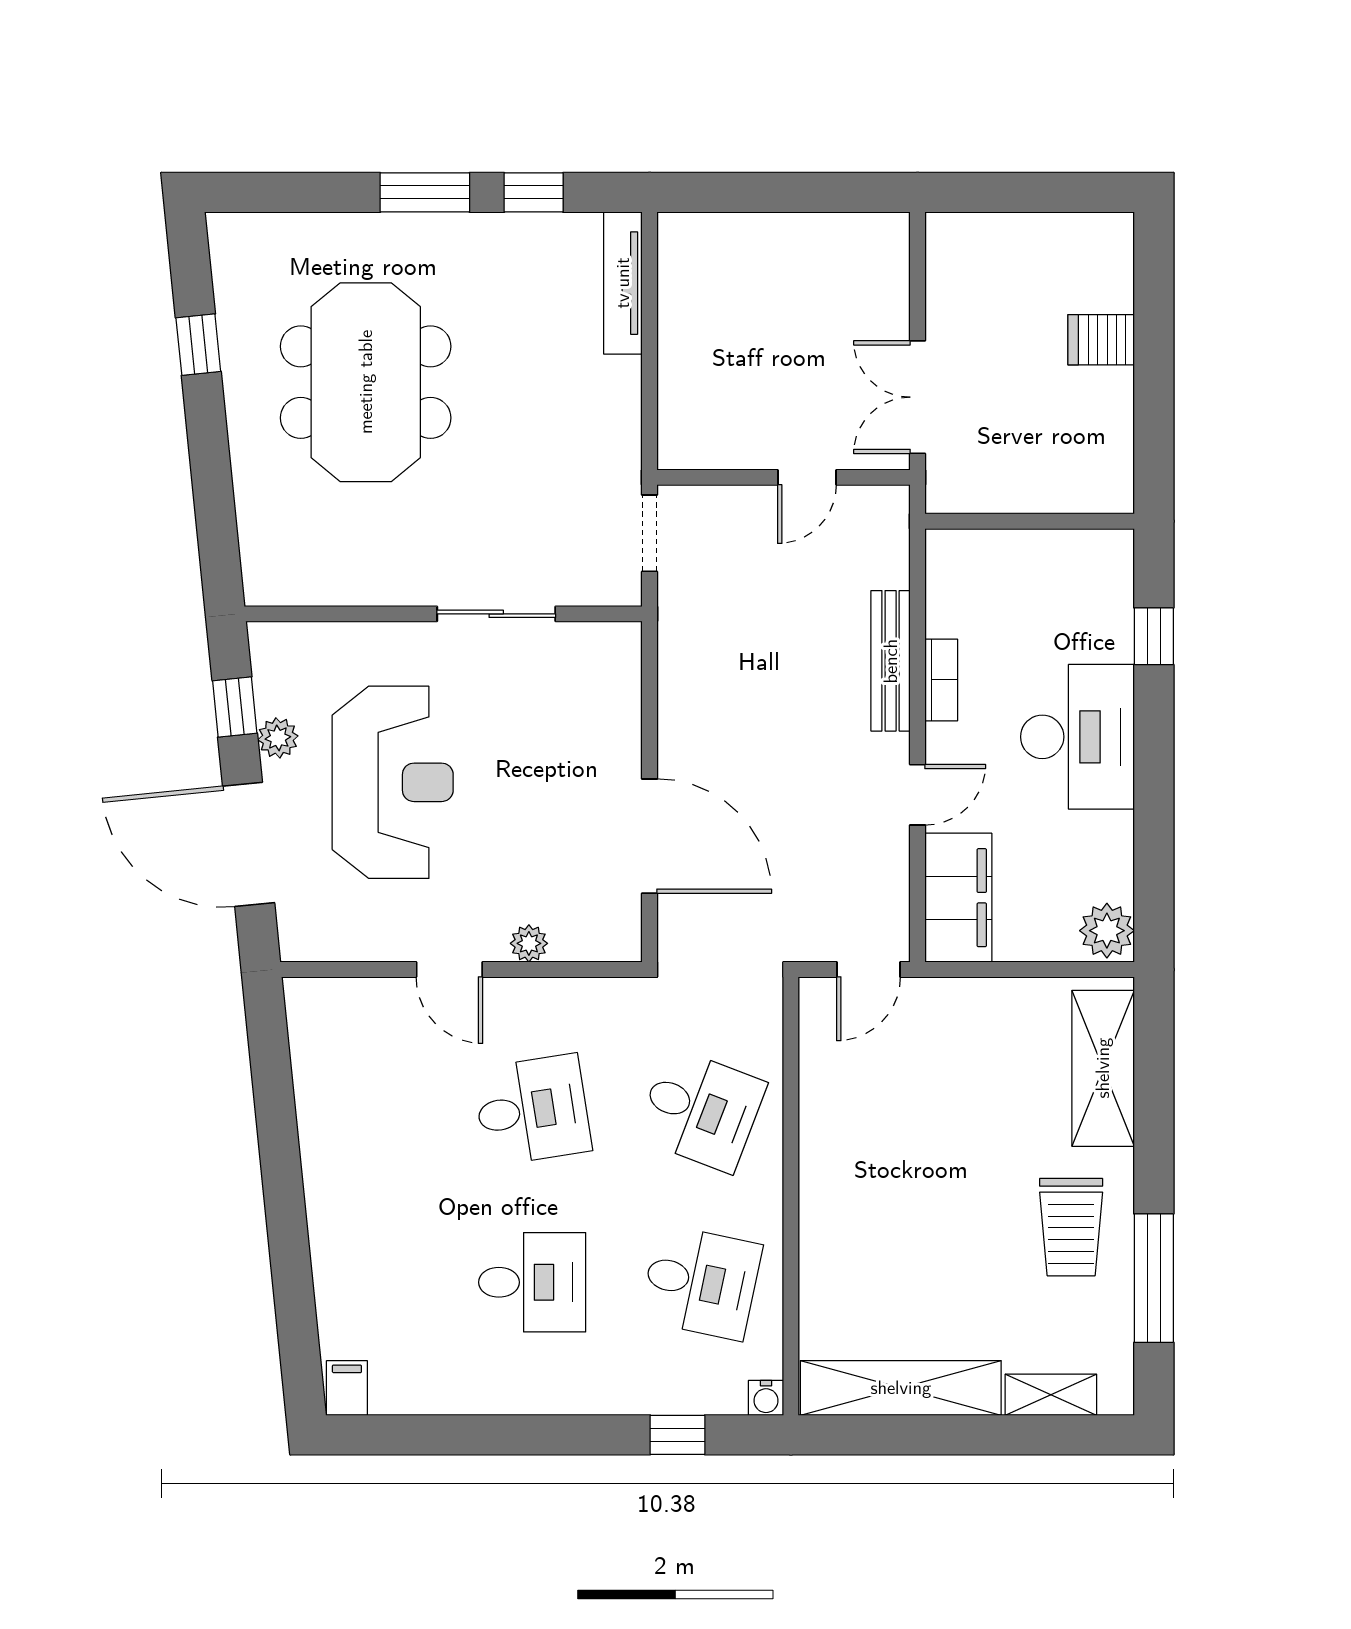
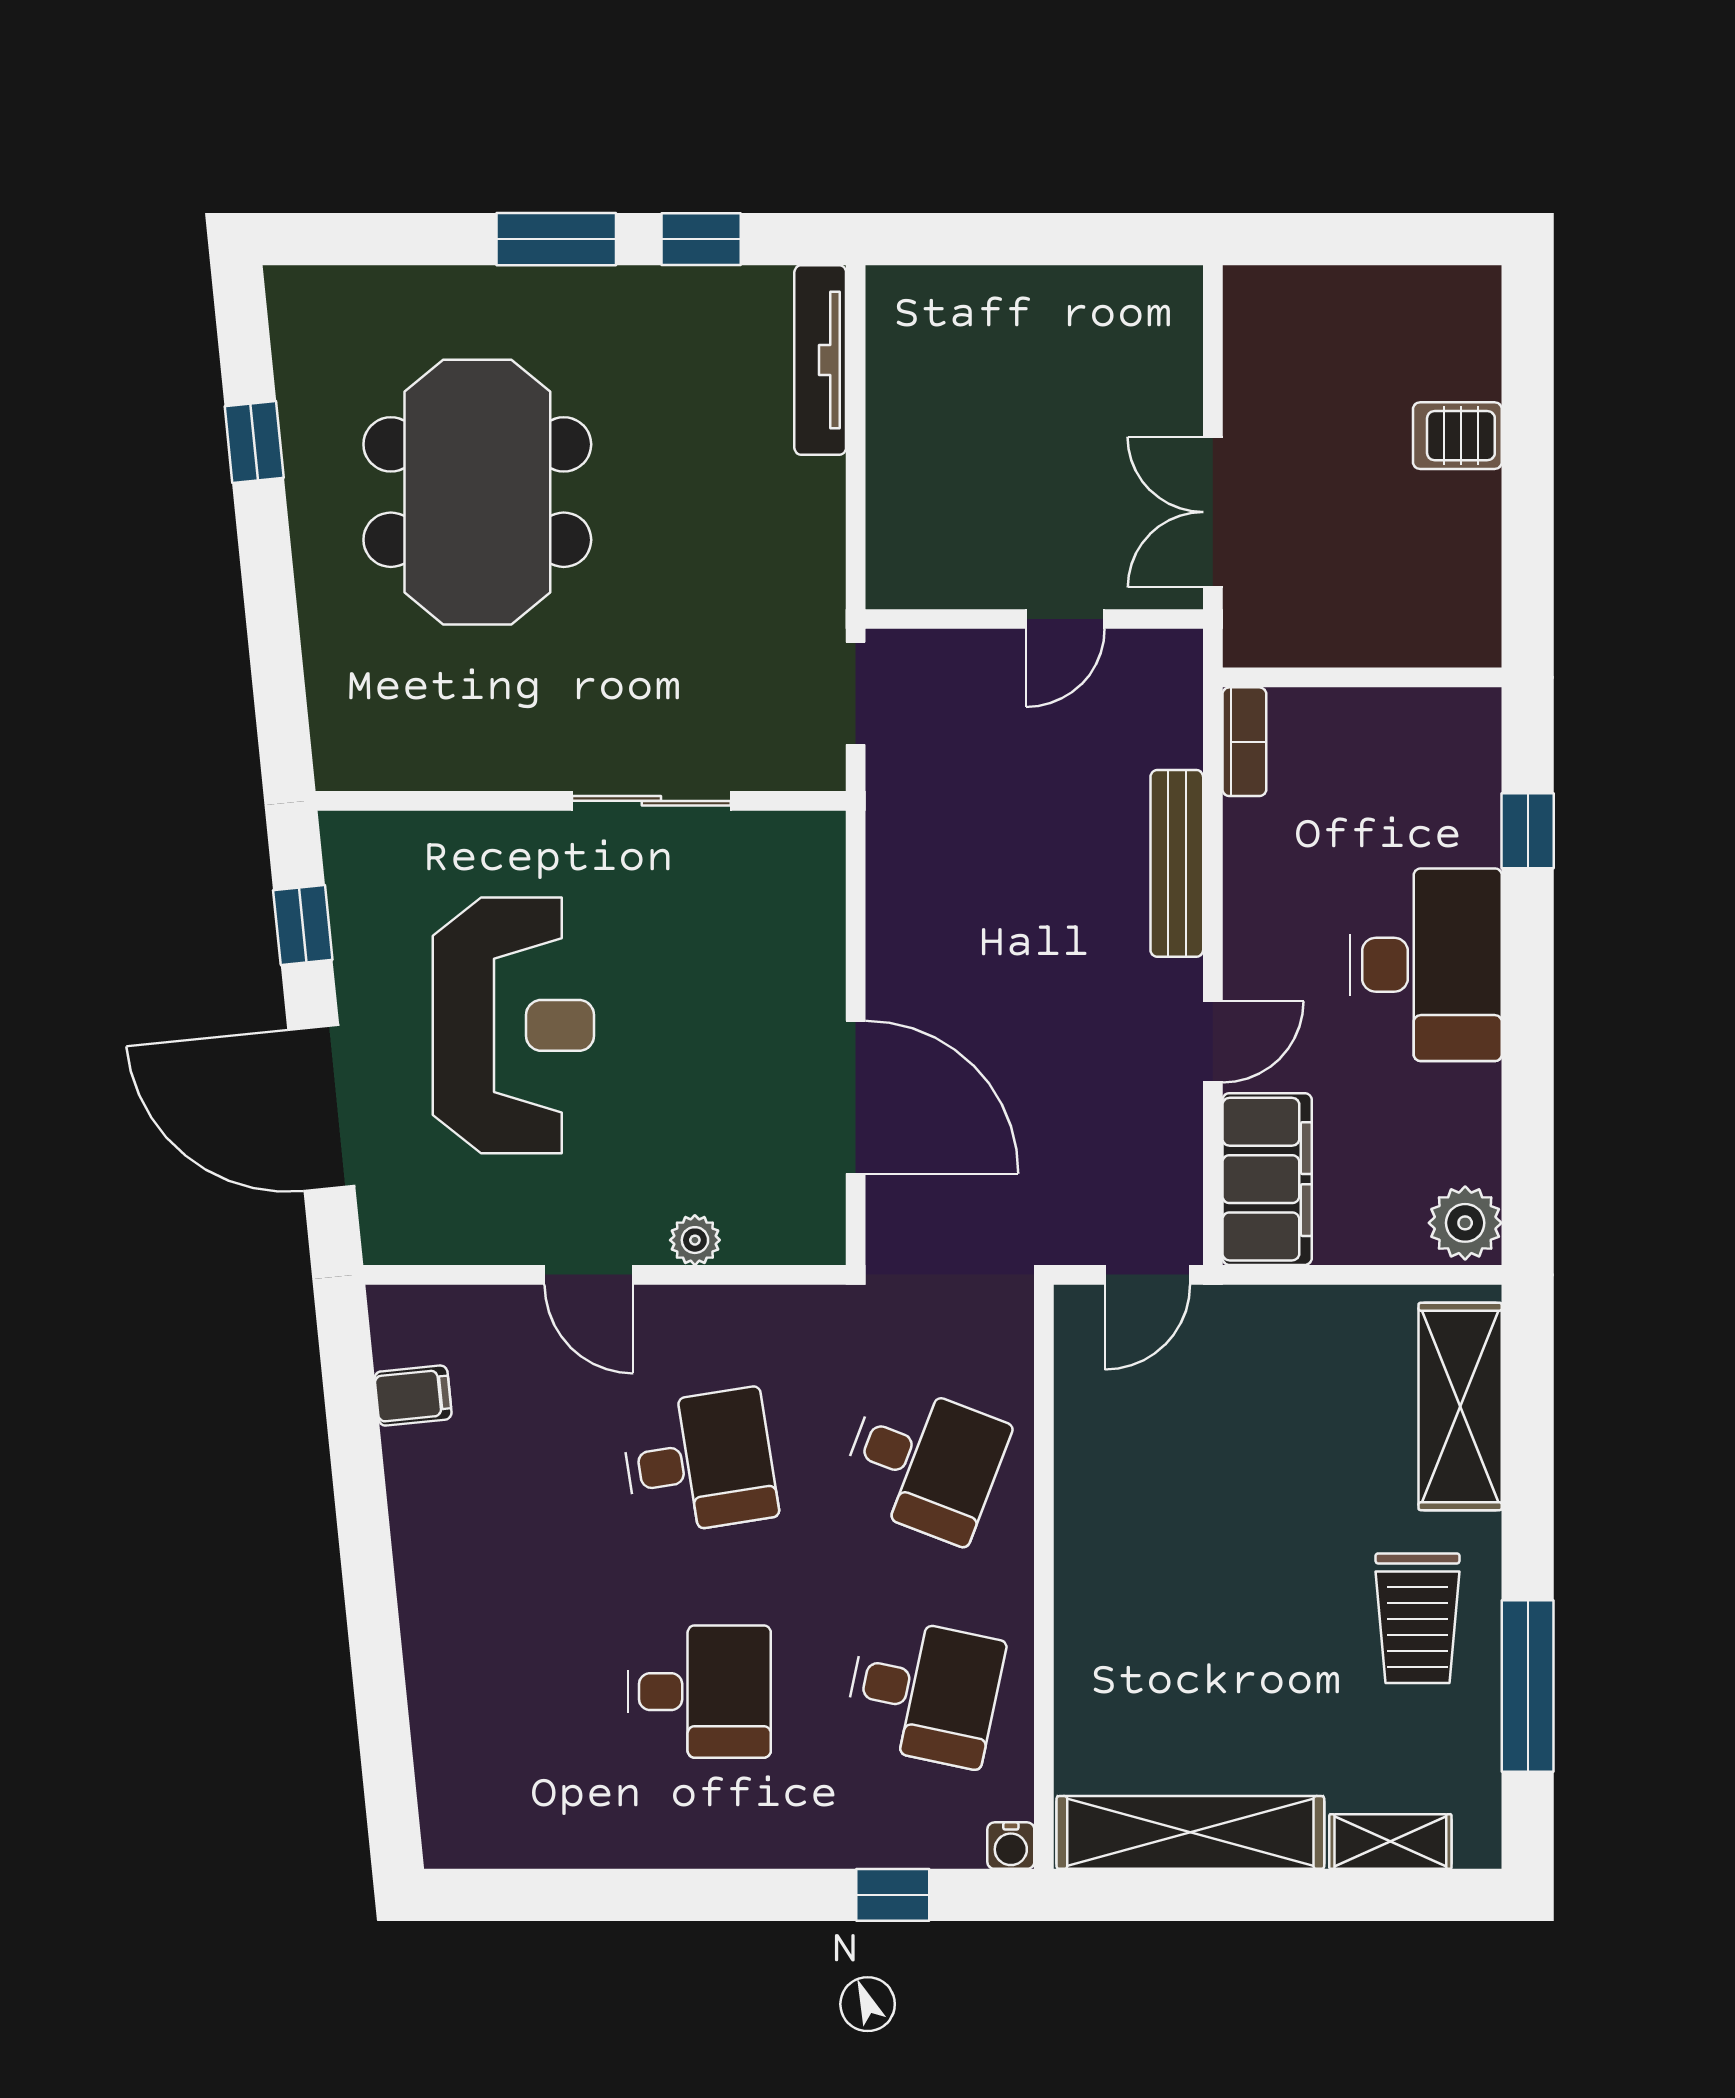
bookcase: (941, 680) -> (1244, 742), moved
plant: (278, 738) -> (360, 966), removed
filing cabinet: (347, 1388) -> (413, 1396), moved, turned 84

